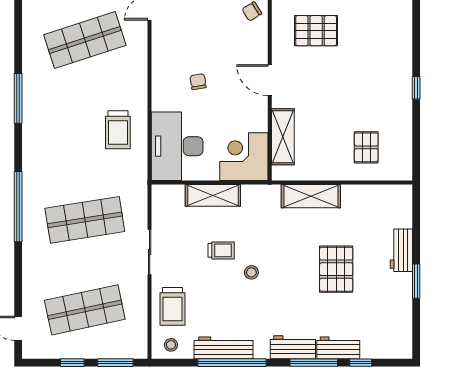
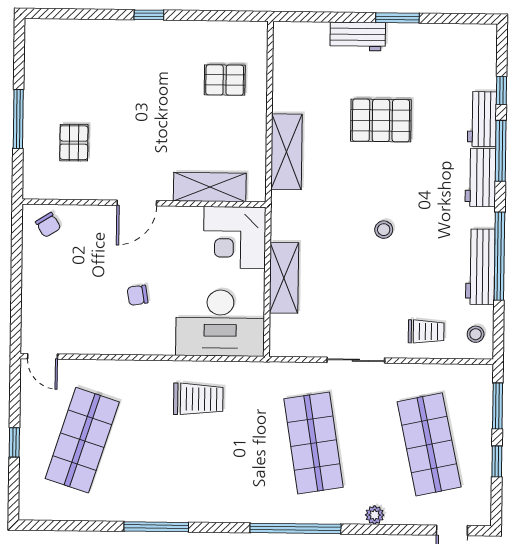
pallet: (316, 31) -> (74, 143), width x0.67, depth x0.71
shop shelf: (85, 40) -> (82, 440), turned 36
trolley: (221, 250) -> (355, 268), removed
plant: (29, 268) -> (375, 515), added
trolley: (173, 306) -> (426, 332), width x0.73, depth x0.72

